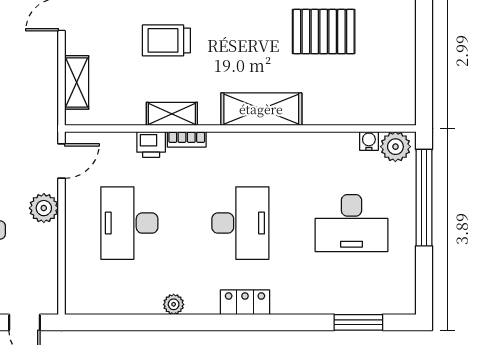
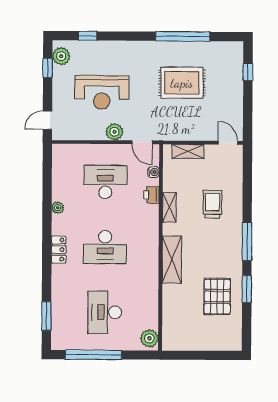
bookcase: (187, 139) -> (154, 216), removed
water cooler: (369, 141) -> (154, 172), moved
window: (424, 198) -> (93, 355), moved

